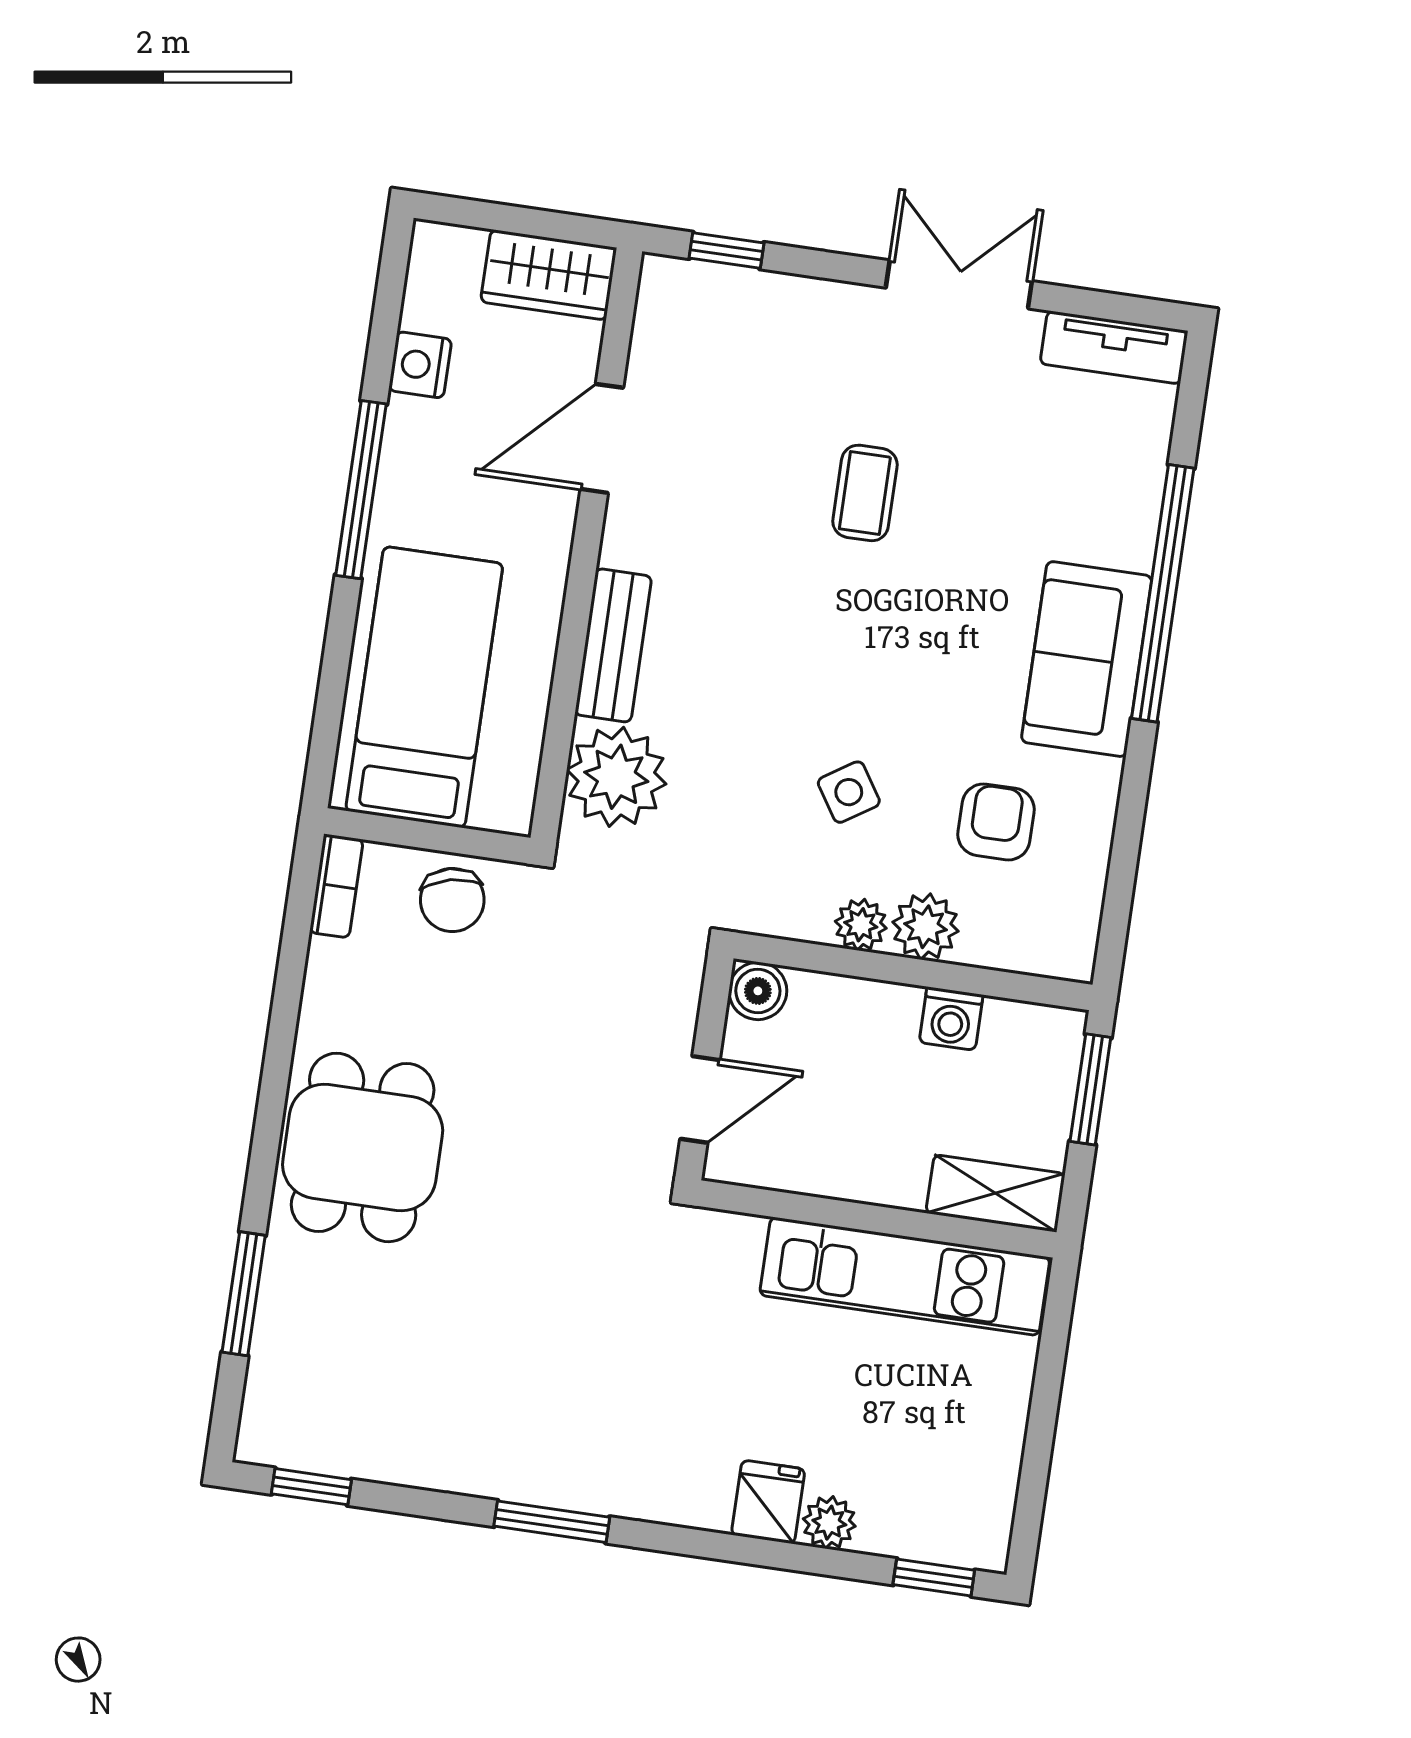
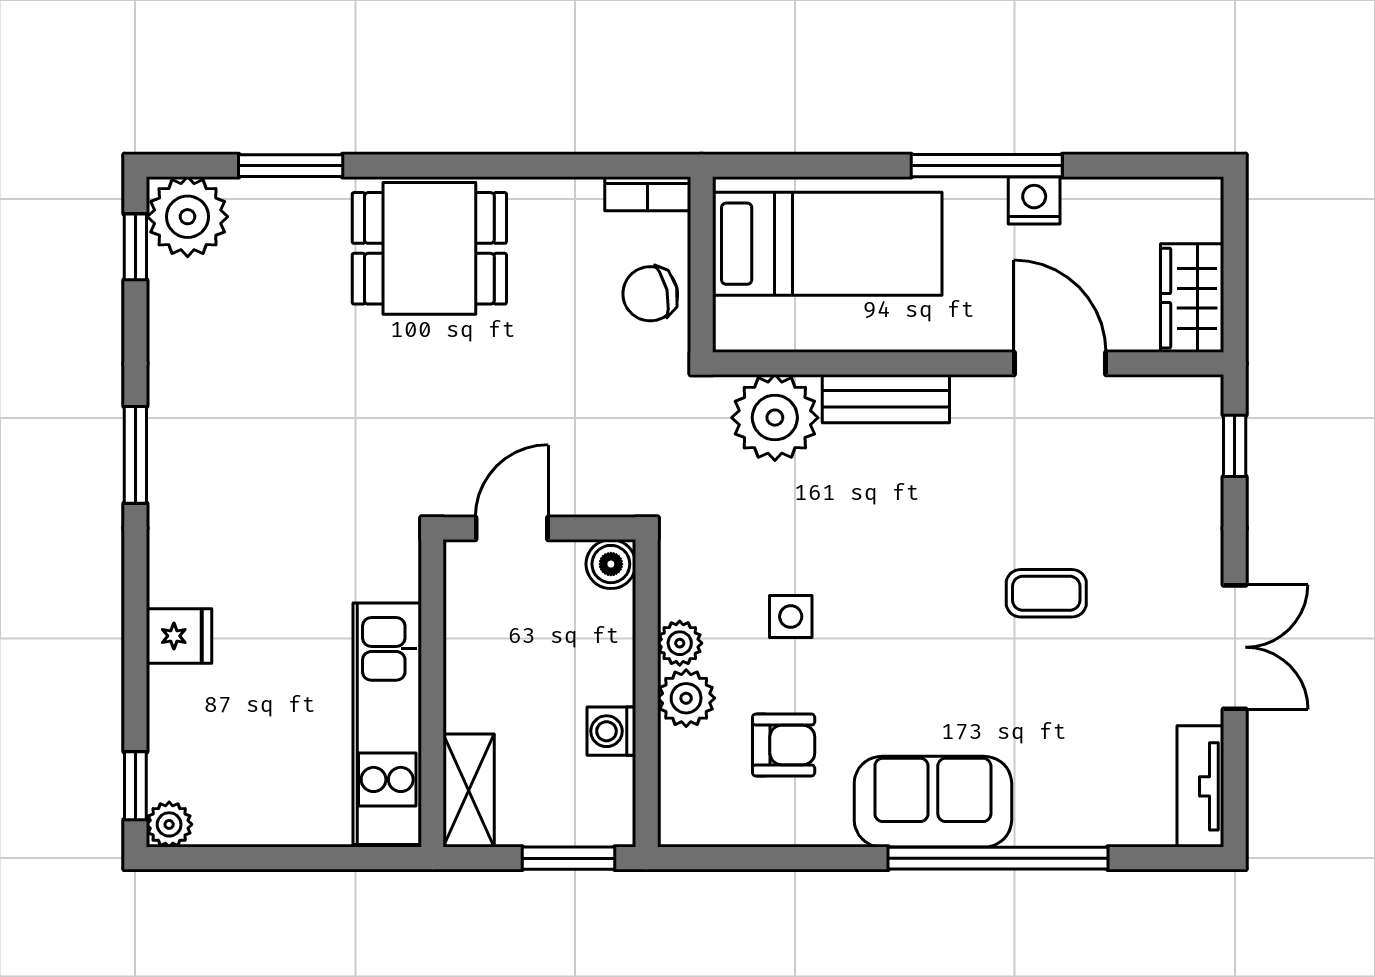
nightstand: (420, 365) -> (1034, 200), moved
side table: (849, 792) -> (791, 617), turned 33
door: (700, 1099) -> (512, 528), swing flipped
plant: (285, 1421) -> (188, 217), added
plant: (829, 1523) -> (169, 824), moved

